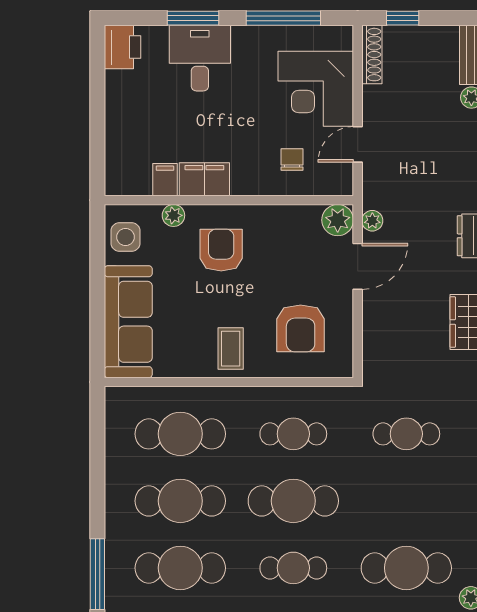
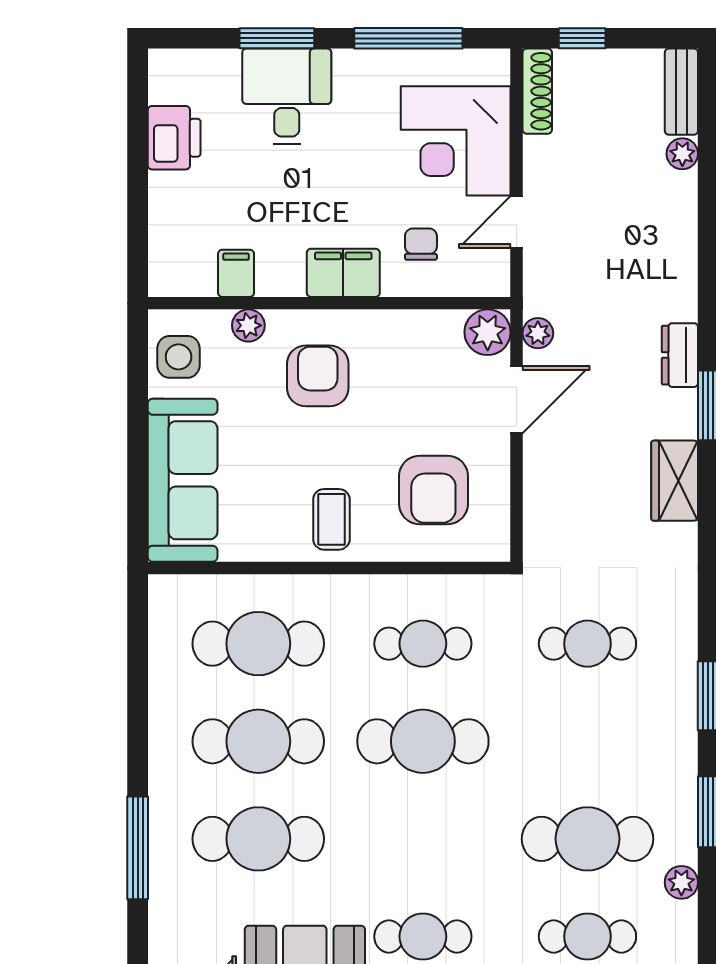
printer: (122, 47) -> (174, 138), moved
filing cabinet: (204, 179) -> (343, 273), moved
cafe table: (293, 568) -> (423, 839), removed

